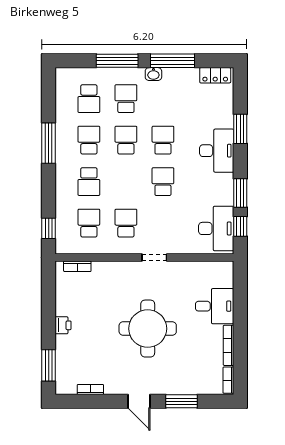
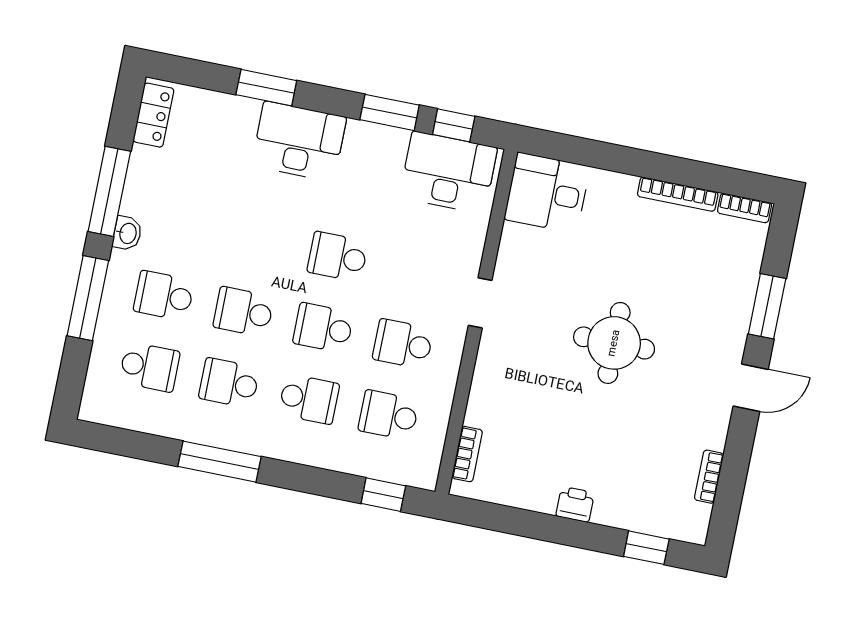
school desk: (163, 140) -> (323, 328), moved
desk: (215, 306) -> (547, 193), moved, turned -90
round table: (148, 329) -> (614, 343), width x0.73, depth x0.73
window: (49, 365) -> (646, 548), width x0.67

